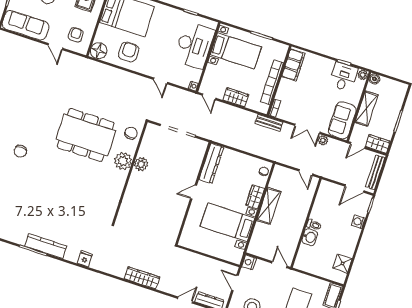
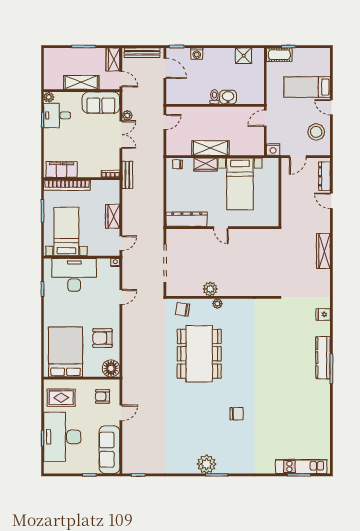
boiler: (374, 79) -> (49, 84), removed
bookcase: (272, 82) -> (67, 185), moved
plant: (123, 161) -> (217, 304), width x0.53, depth x0.53

